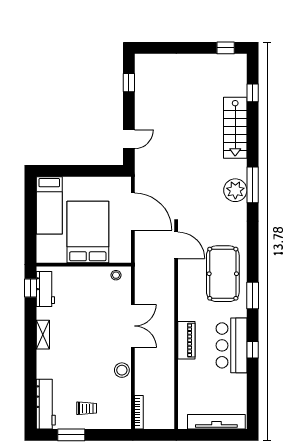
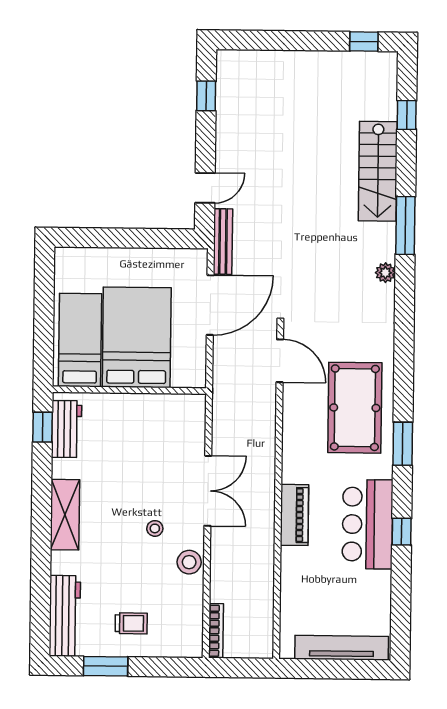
bench: (140, 172) -> (223, 242), added
window: (253, 185) -> (405, 225), moved
plant: (235, 190) -> (385, 273), width x0.53, depth x0.53
bed: (49, 205) -> (80, 340), moved, turned 180
door: (133, 211) -> (210, 305), hinge flipped
stool: (116, 275) -> (155, 528), moved
shelving: (43, 335) -> (65, 515), width x1.50, depth x1.33

